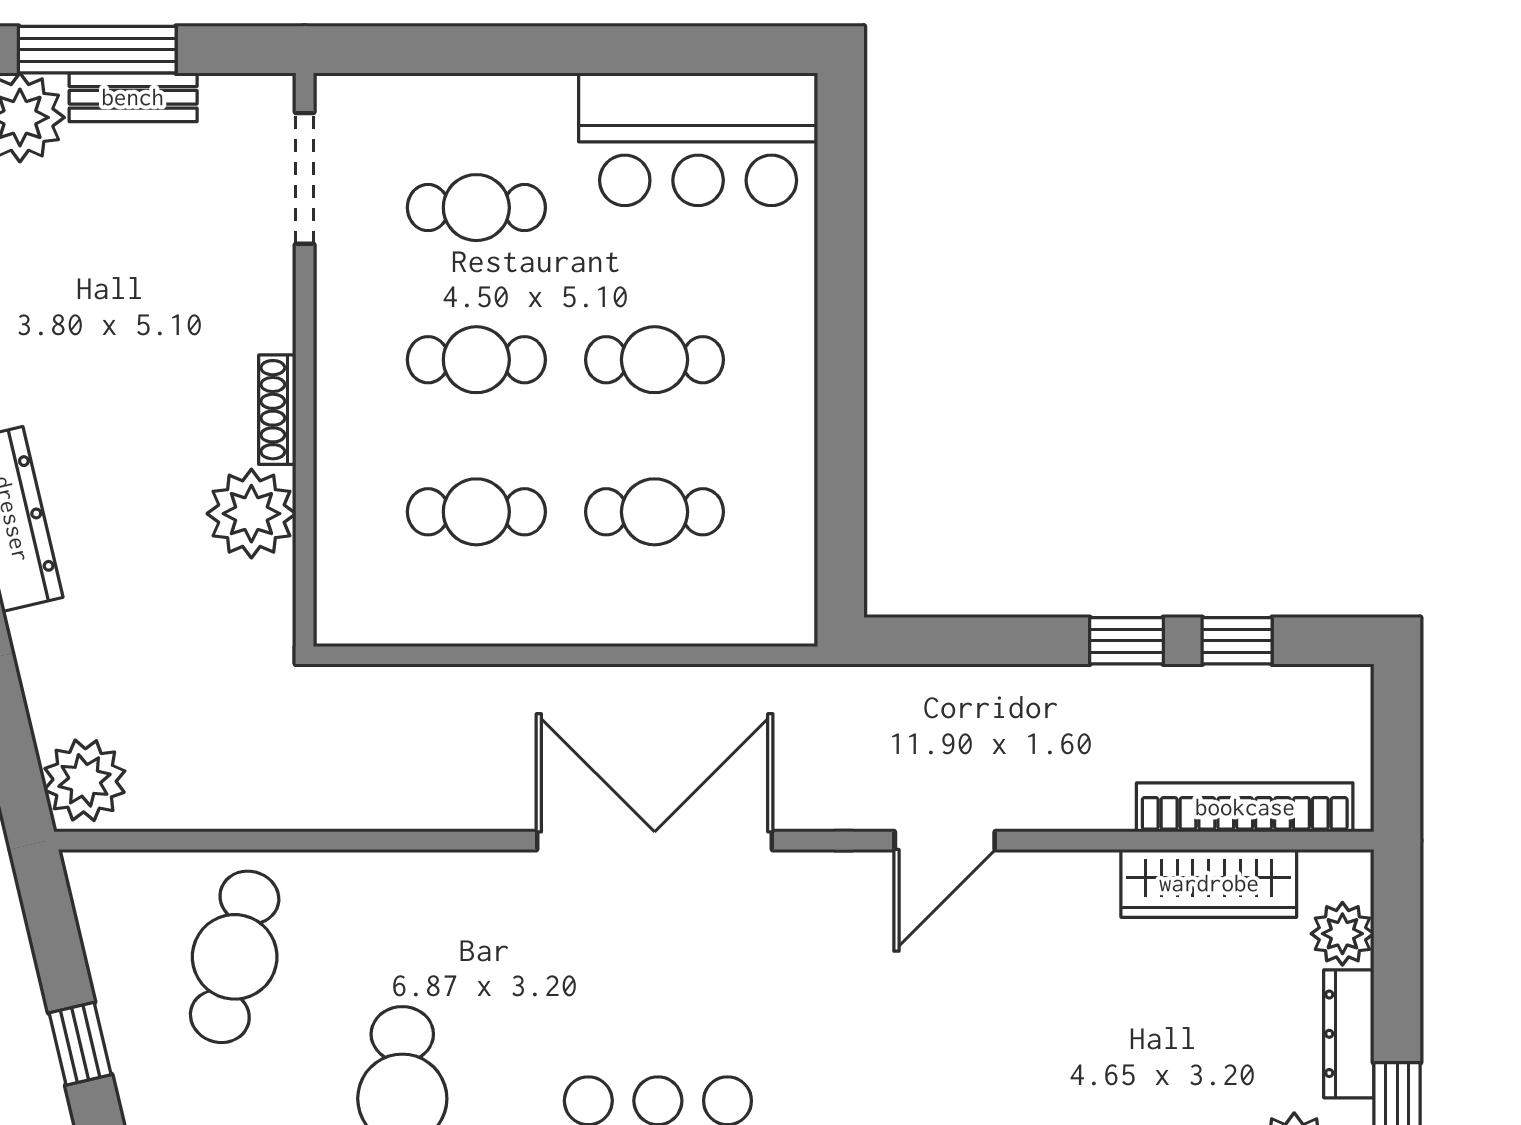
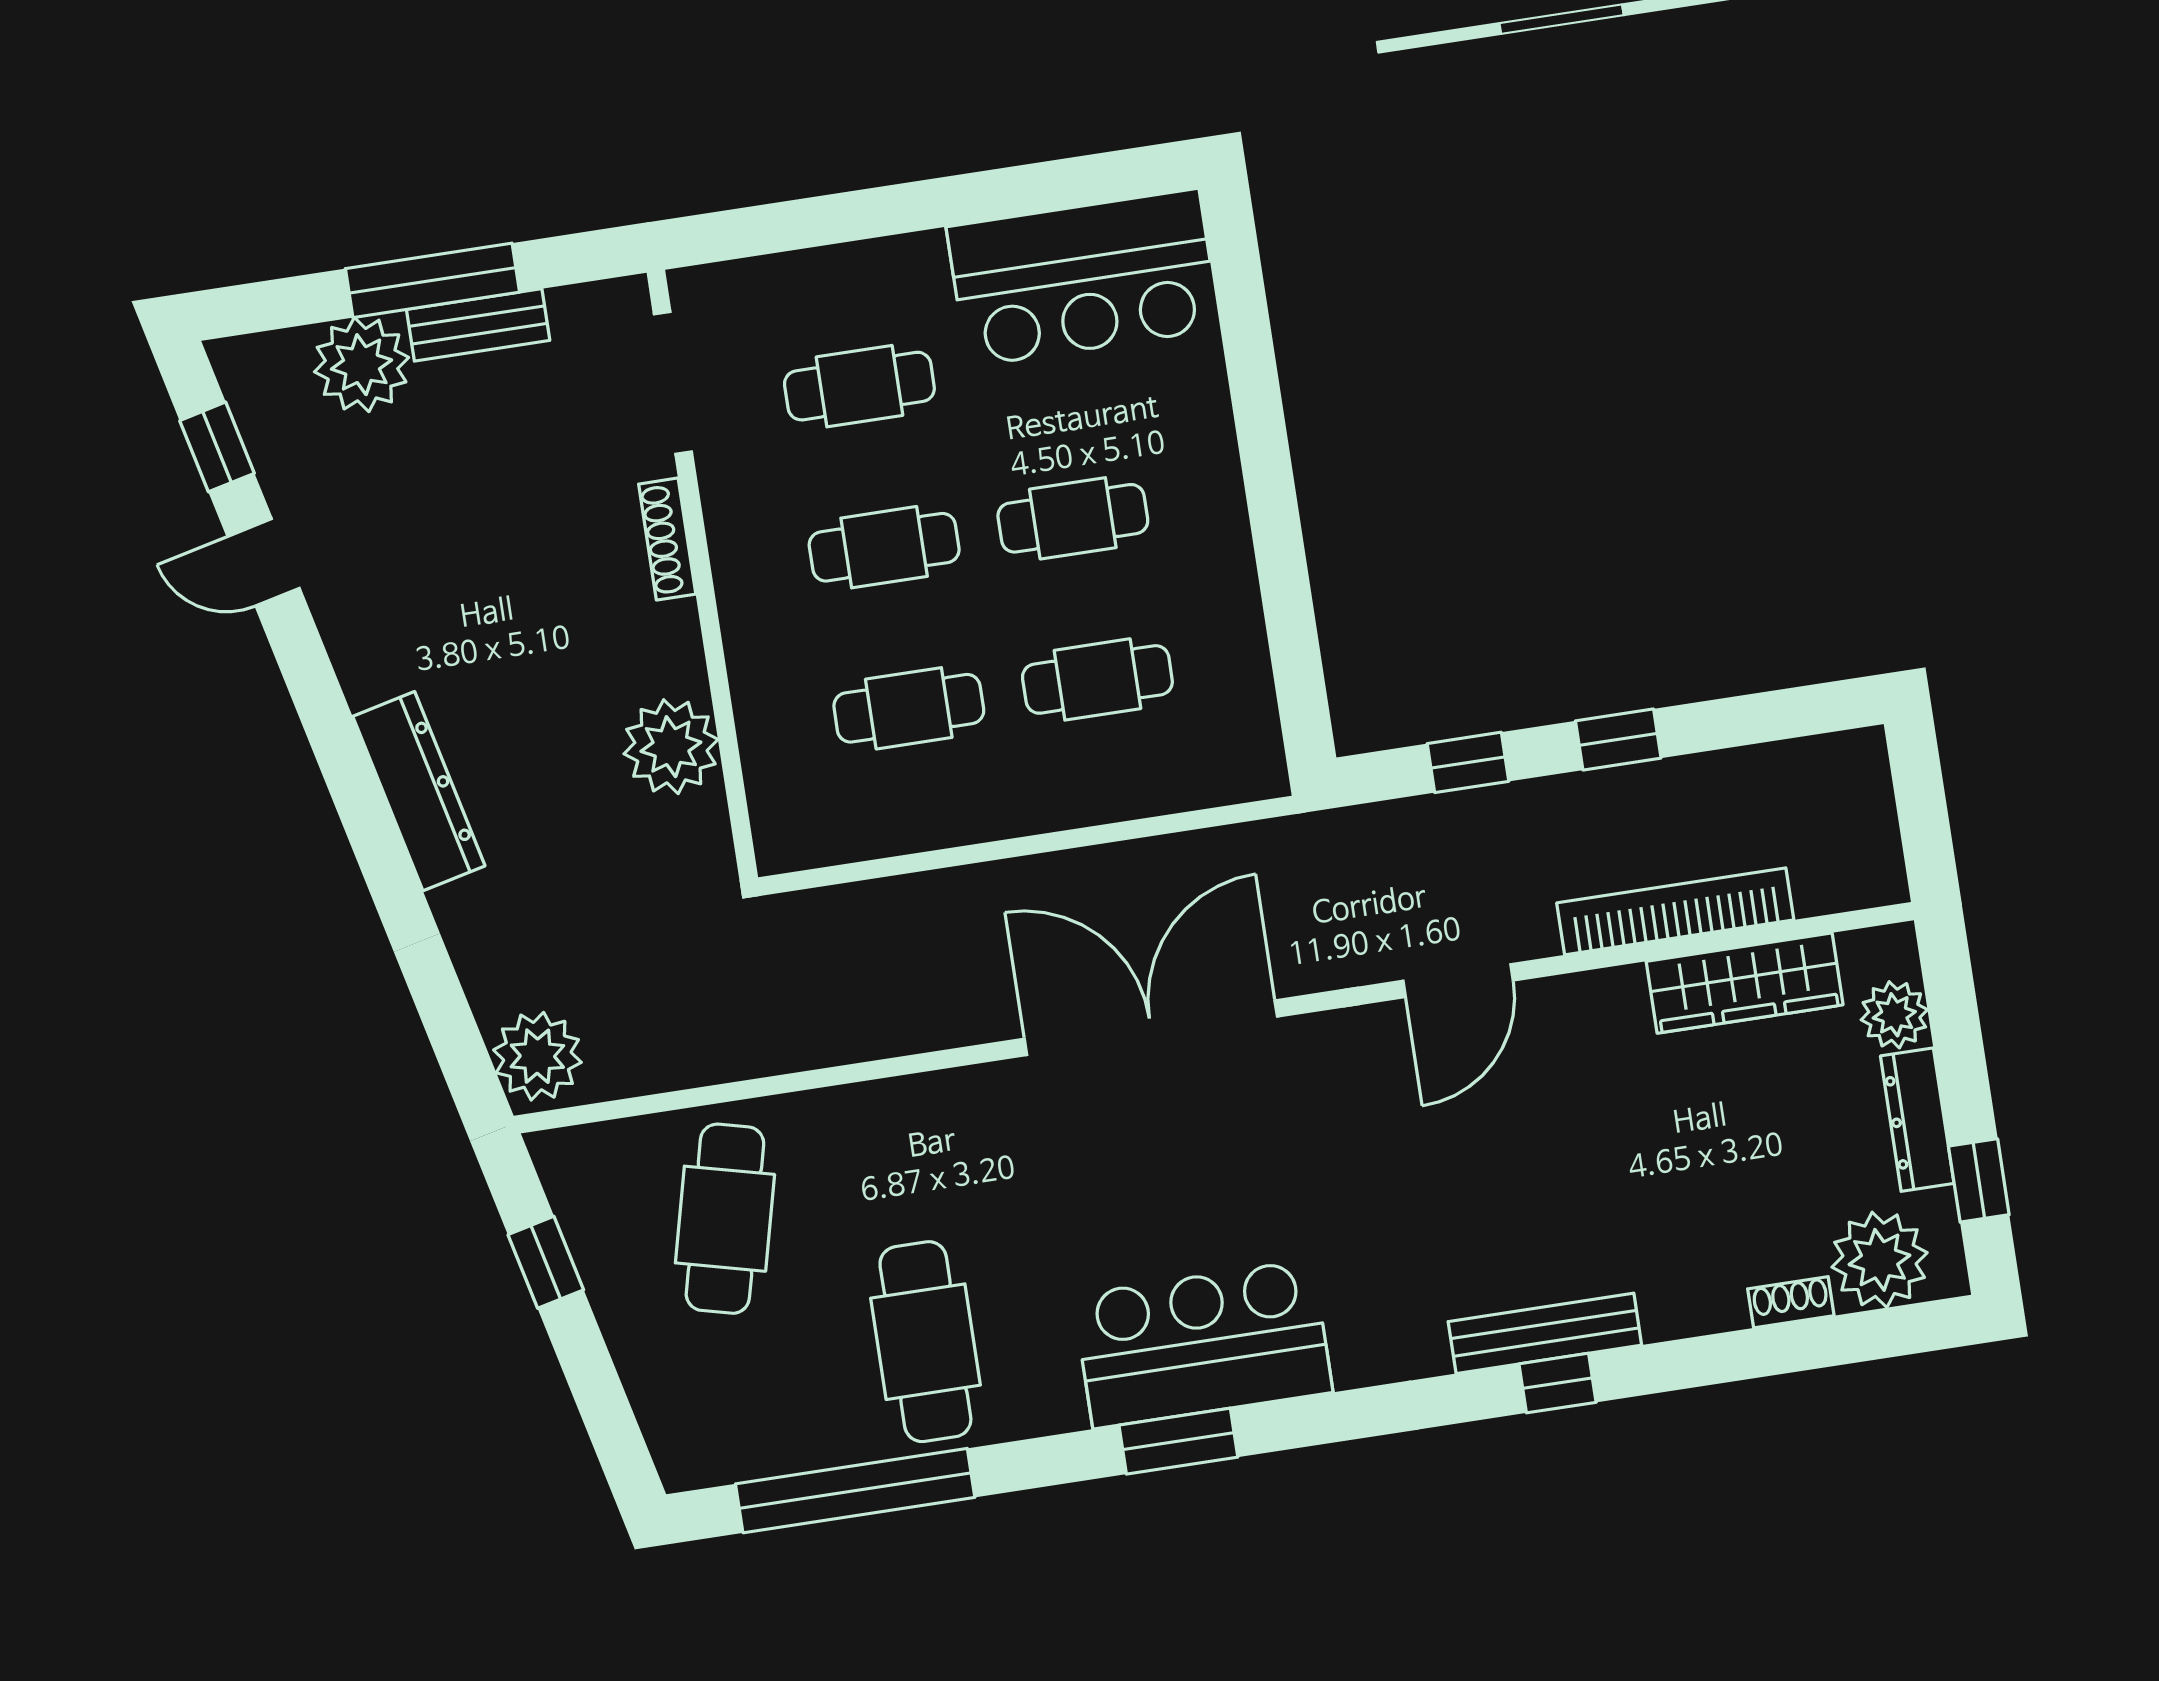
shoe rack: (277, 410) -> (667, 539), moved
window: (1237, 641) -> (1468, 762), moved
bookcase: (1245, 807) -> (1675, 911), moved
window: (80, 1044) -> (546, 1262), moved

